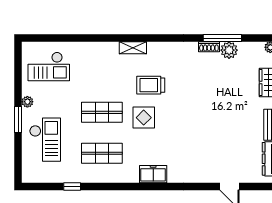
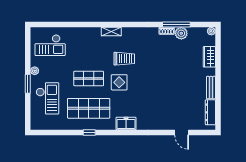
trolley: (151, 85) -> (124, 59), turned 180
shop shelf: (102, 153) -> (89, 108), width x1.43, depth x1.36
window: (72, 187) -> (89, 132), moved

